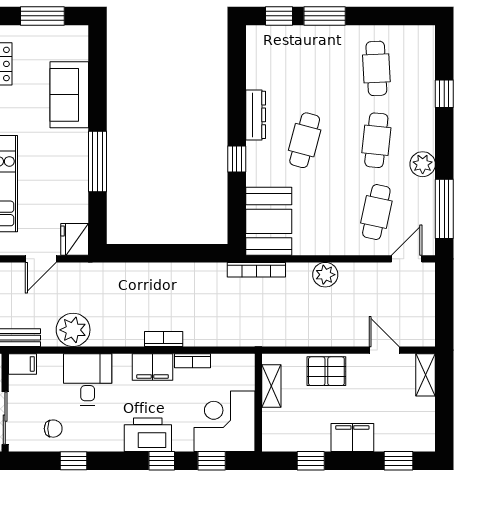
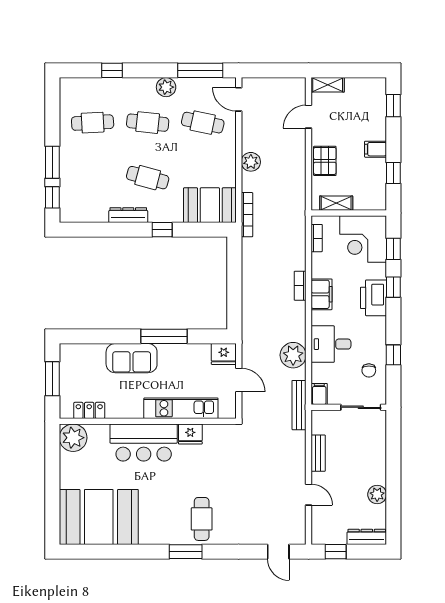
sofa: (69, 95) -> (132, 358), moved
bookcase: (192, 361) -> (317, 238), moved
chair: (53, 429) -> (369, 370), turned 180
filing cabinet: (352, 437) -> (376, 149), width x0.50

